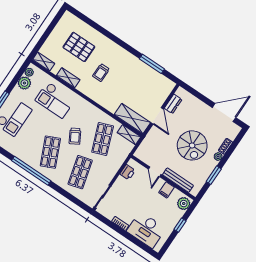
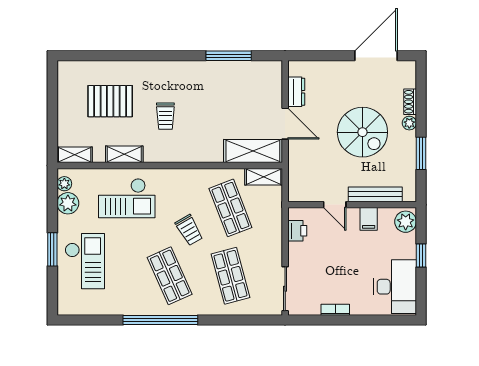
desk: (146, 230) -> (395, 287), moved, turned -90

